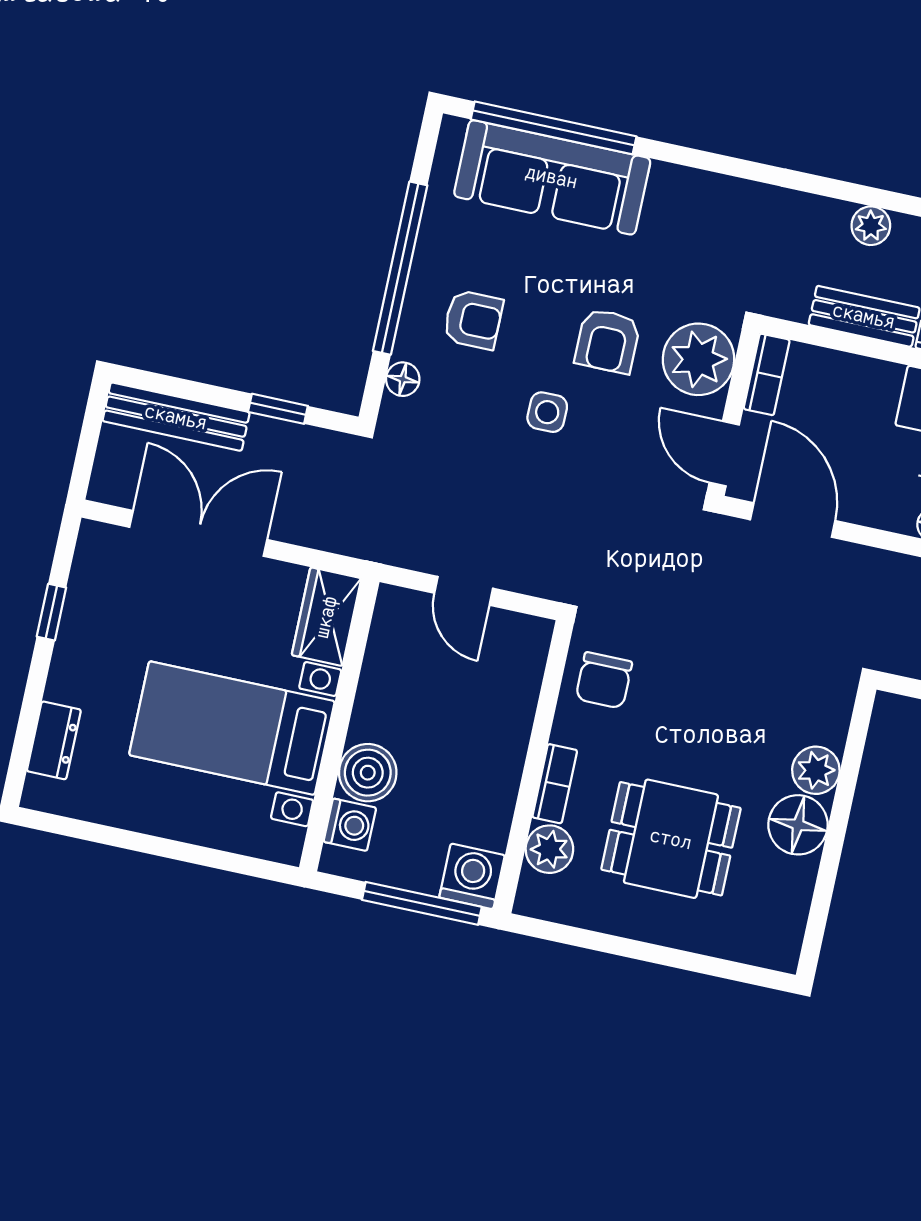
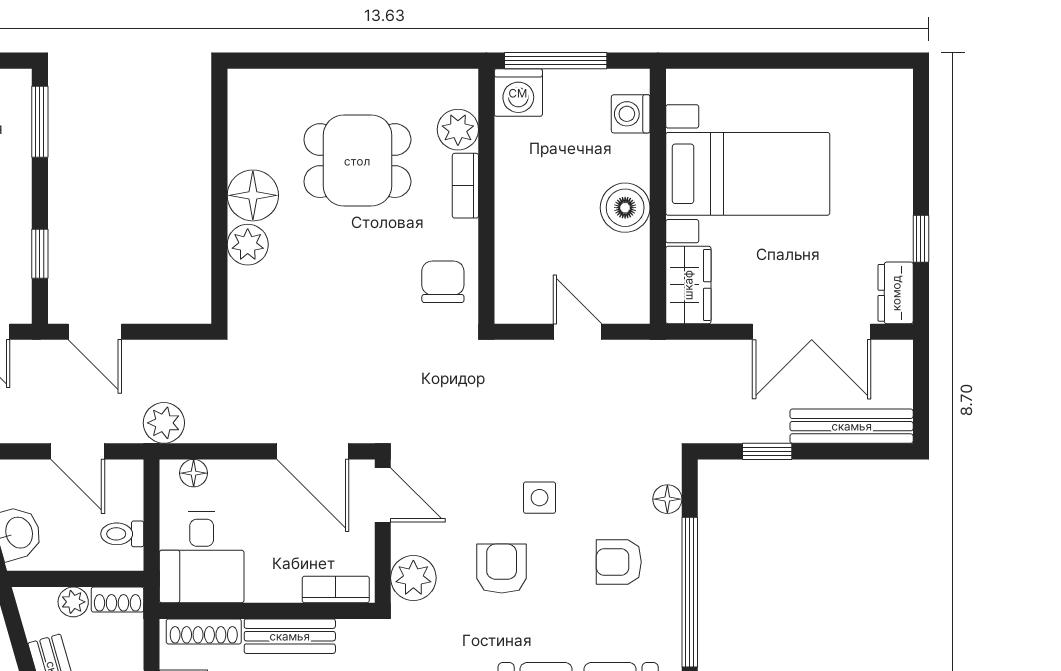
plant: (698, 359) -> (413, 578), width x0.73, depth x0.73
bookcase: (767, 374) -> (336, 589), moved, turned 90
dresser: (54, 740) -> (896, 293), moved
boiler: (368, 773) -> (625, 208), moved

